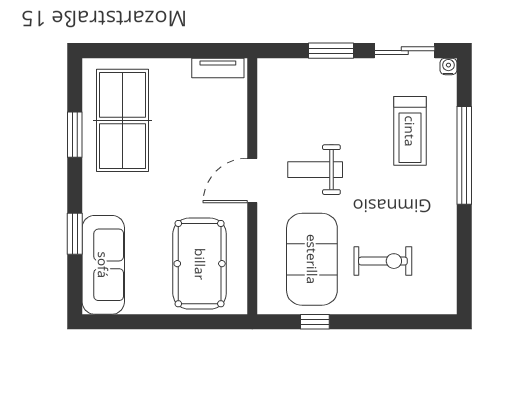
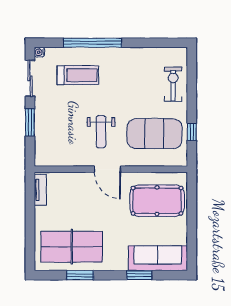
exercise bike: (383, 261) -> (173, 84), moved

